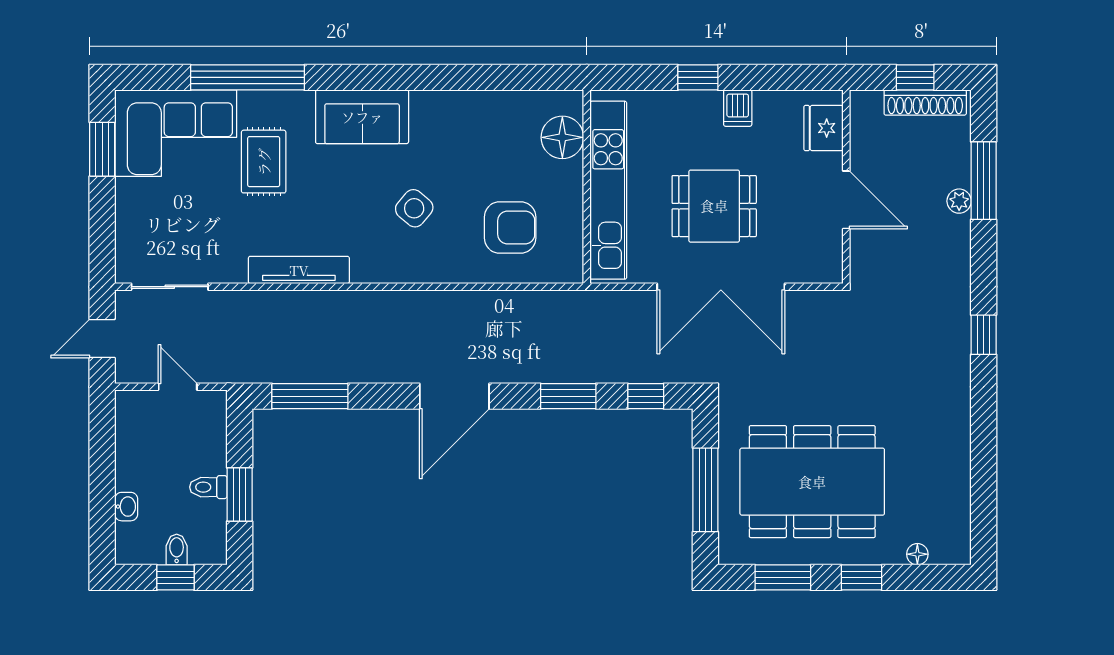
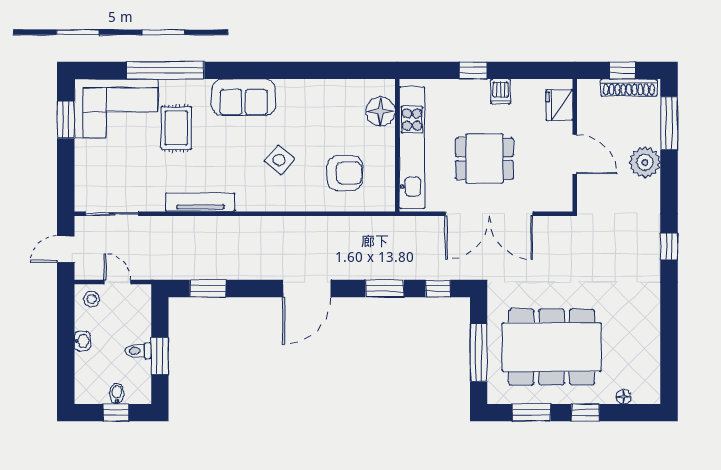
window: (984, 181) -> (669, 123), moved
plant: (959, 201) -> (645, 162), width x1.88, depth x1.88
window: (310, 396) -> (208, 289), width x0.69
stool: (140, 412) -> (92, 299), added
washbasin: (126, 507) -> (82, 341), moved

